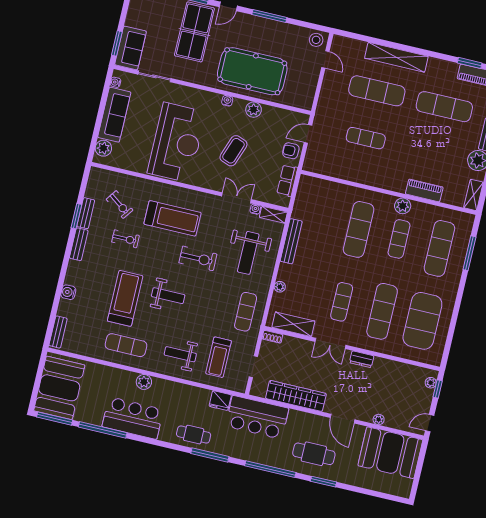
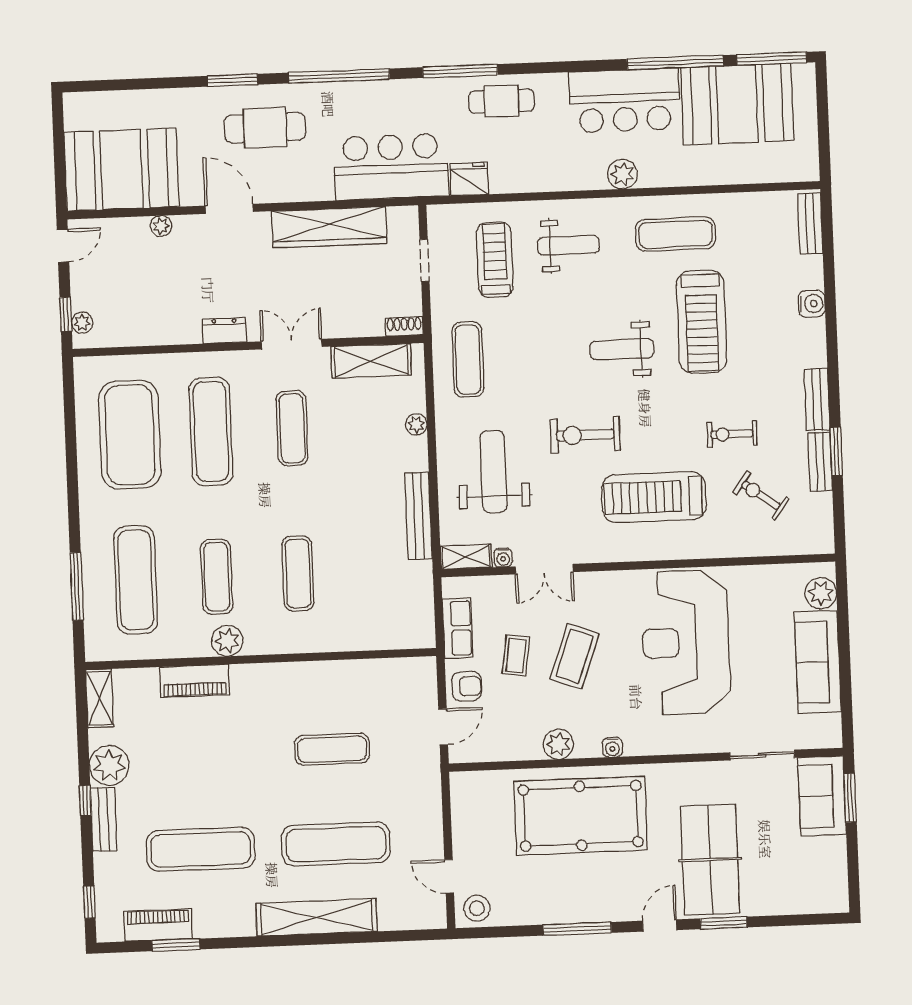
water cooler: (115, 82) -> (832, 724), removed
coffee table: (262, 159) -> (516, 655), added
exercise mat: (359, 229) -> (298, 573), width x0.73, depth x0.69
booth: (59, 388) -> (737, 104), moved, turned 90

